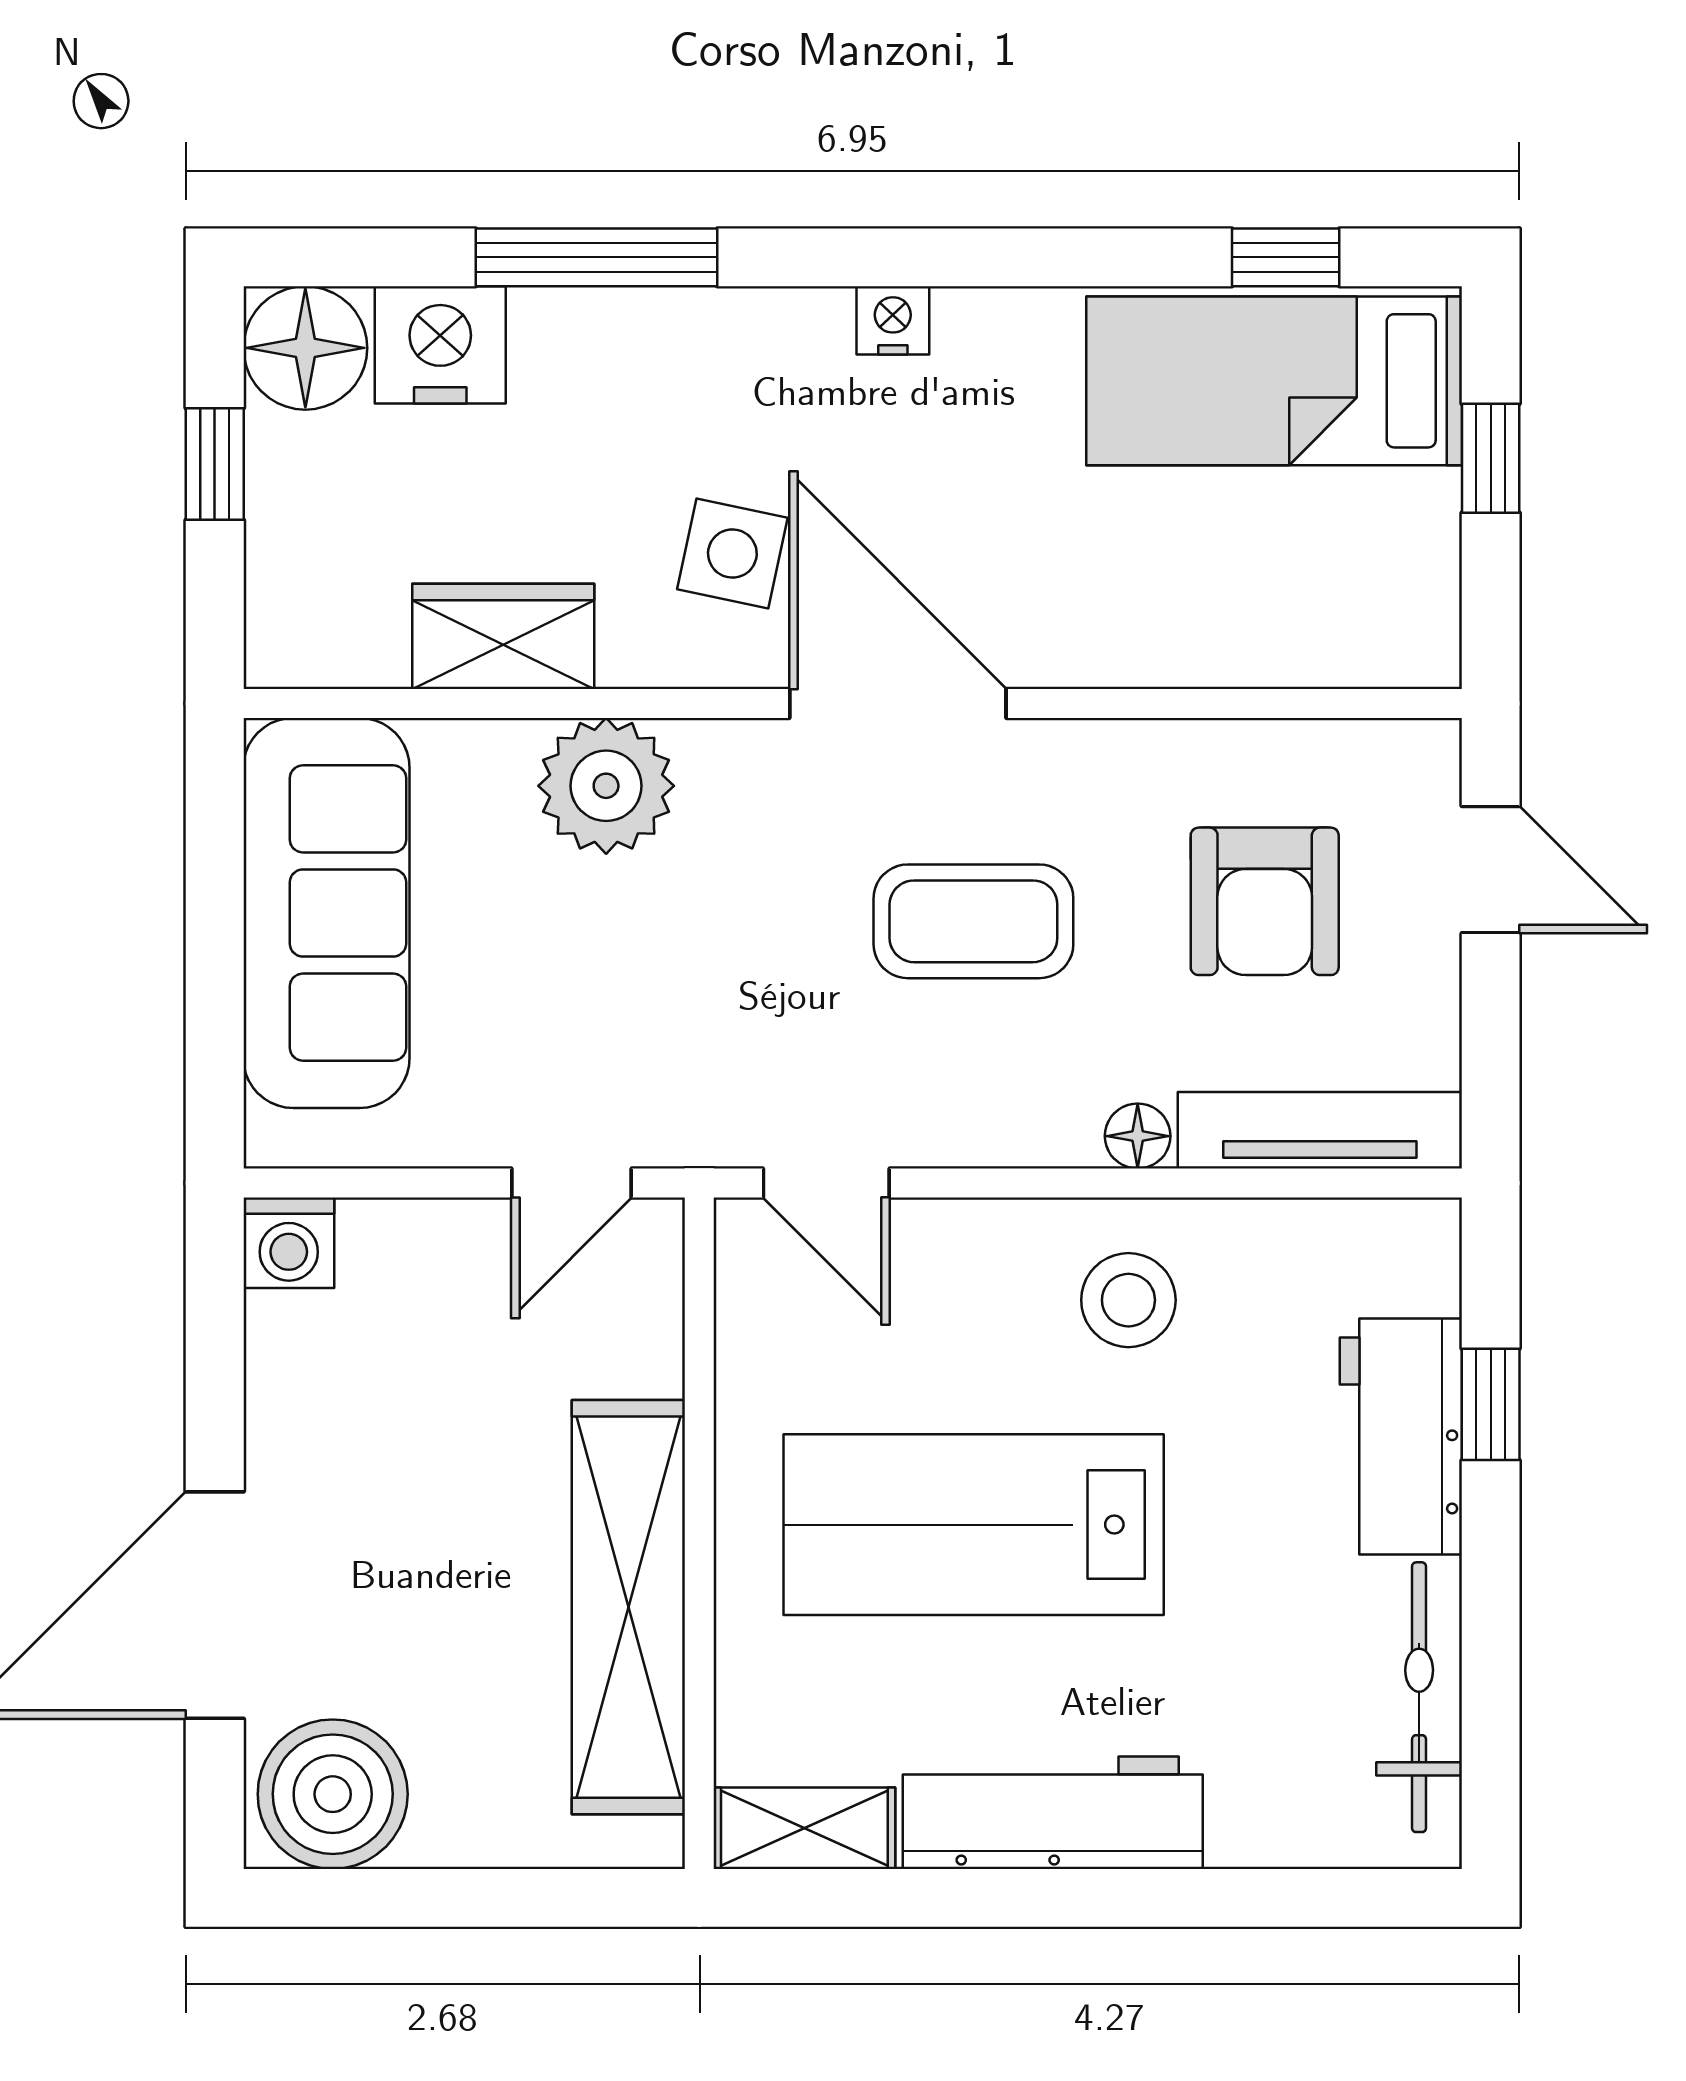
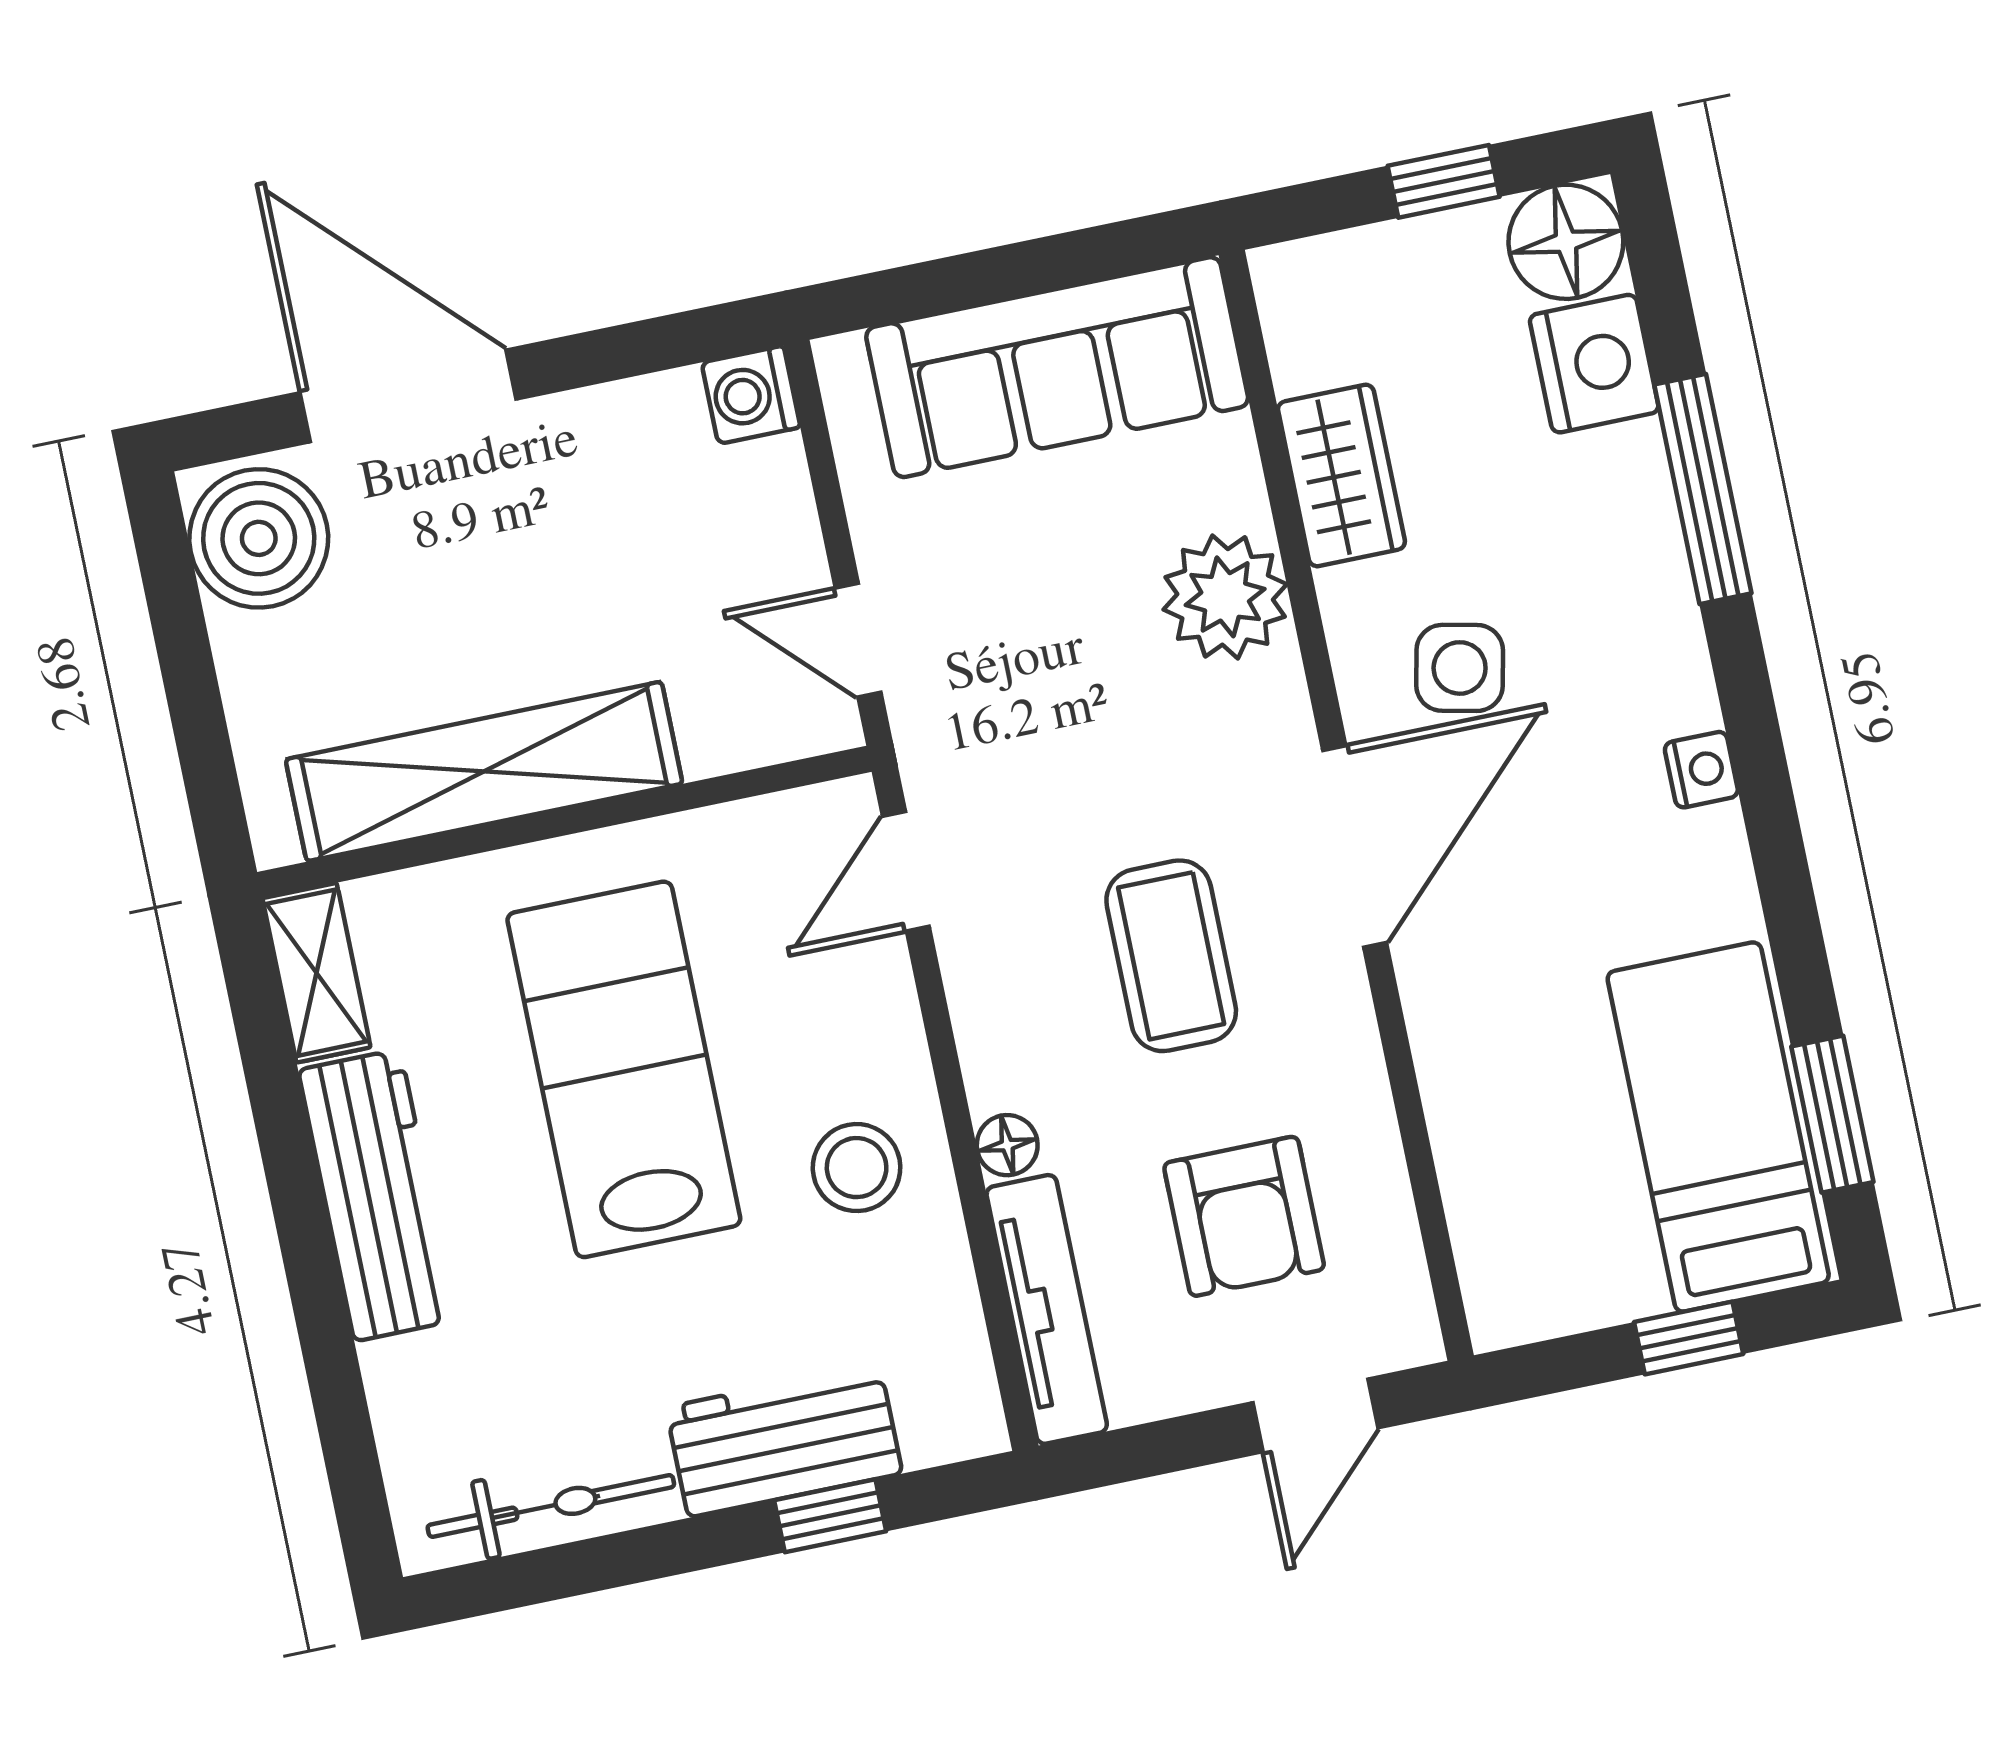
window: (1286, 257) -> (1832, 1114), width x1.50
armchair: (1265, 901) -> (1244, 1216), turned -90

